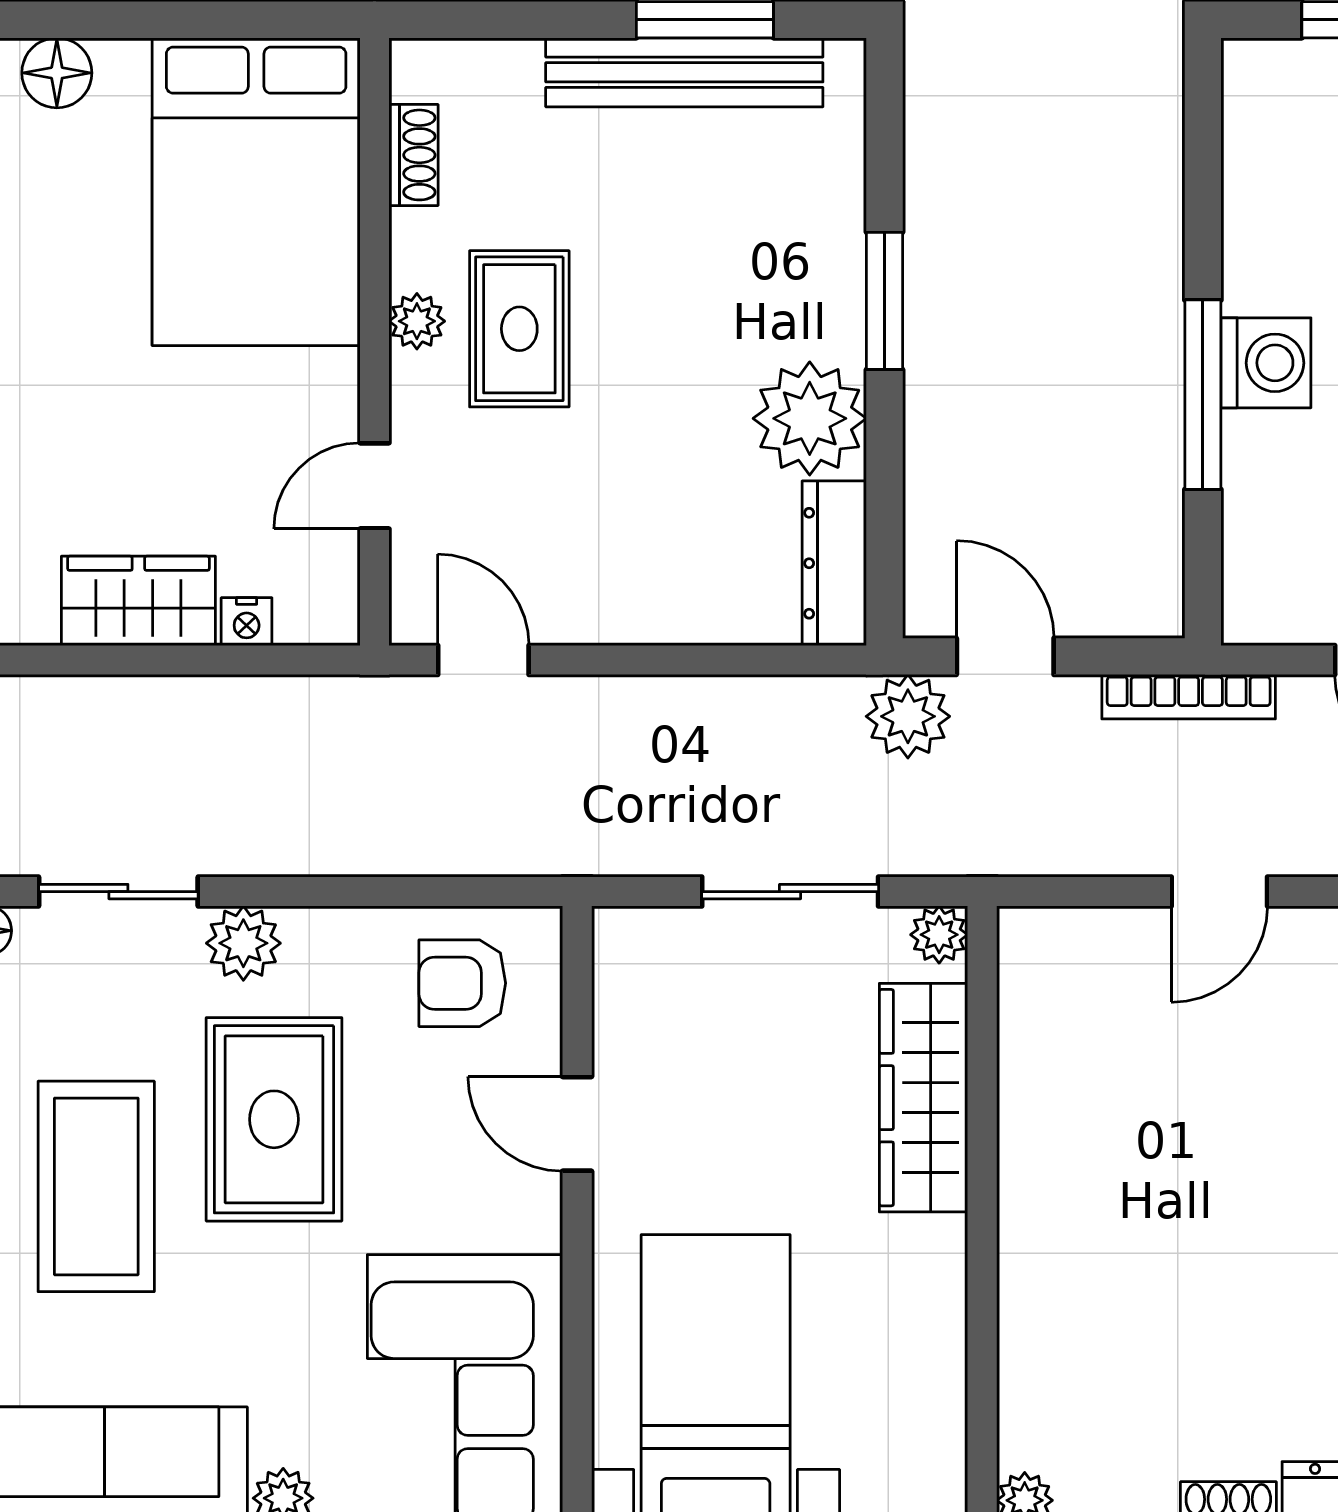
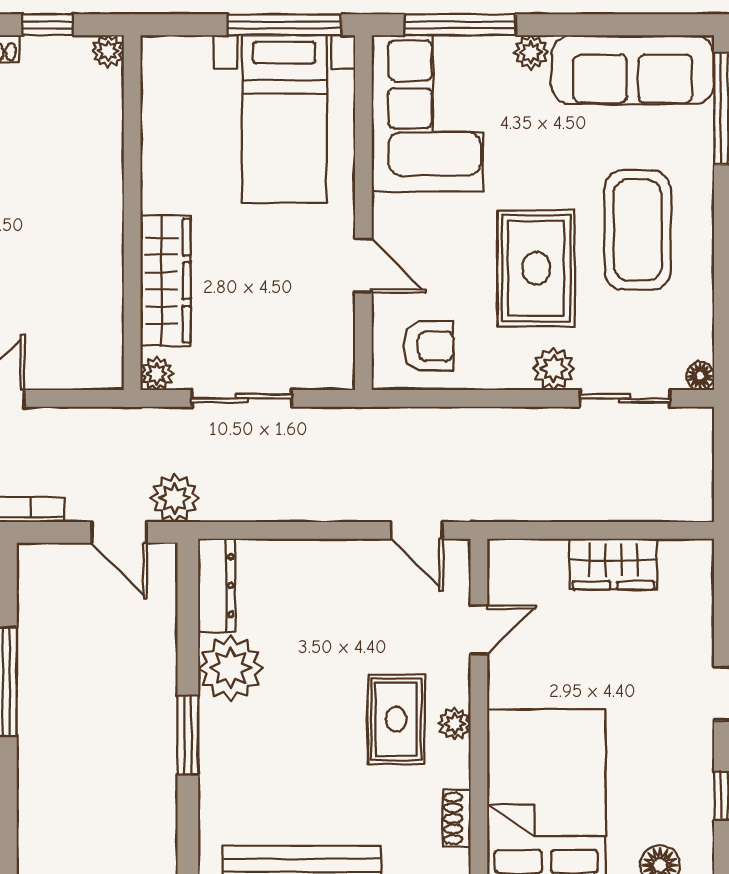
nightstand: (247, 622) -> (552, 552), removed

